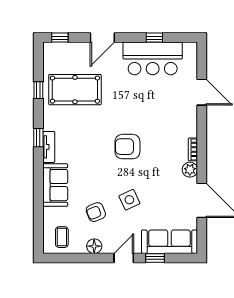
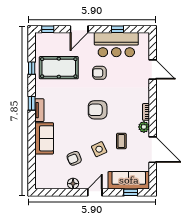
armchair: (130, 96) -> (99, 73), added
coffee table: (62, 237) -> (121, 141), moved
window: (155, 258) -> (131, 192), moved

